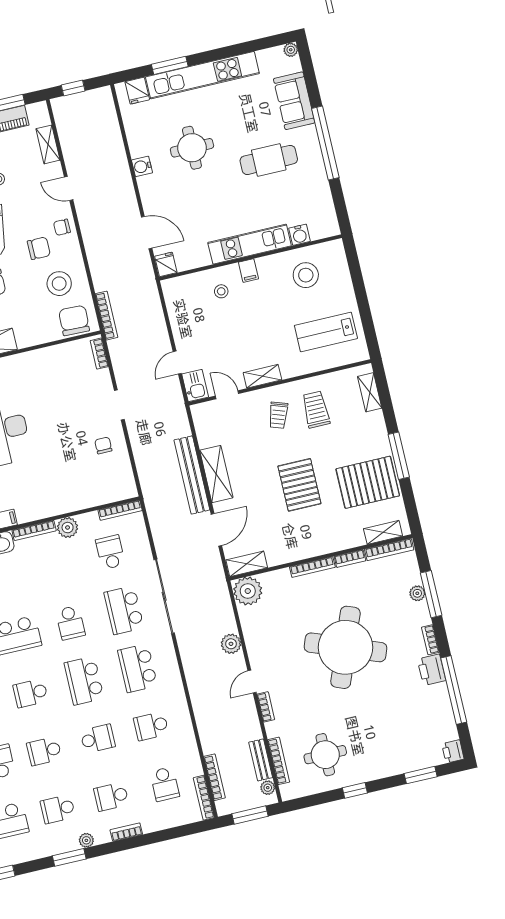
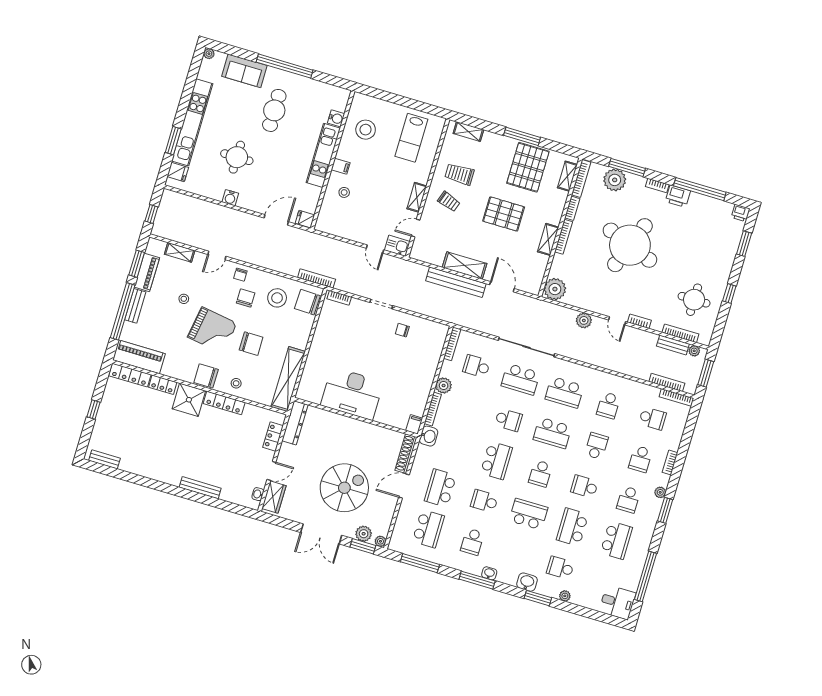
shelving: (247, 564) -> (548, 239), moved
plant: (417, 593) -> (615, 180), width x1.87, depth x1.87
school desk: (44, 751) -> (584, 487), turned 90

